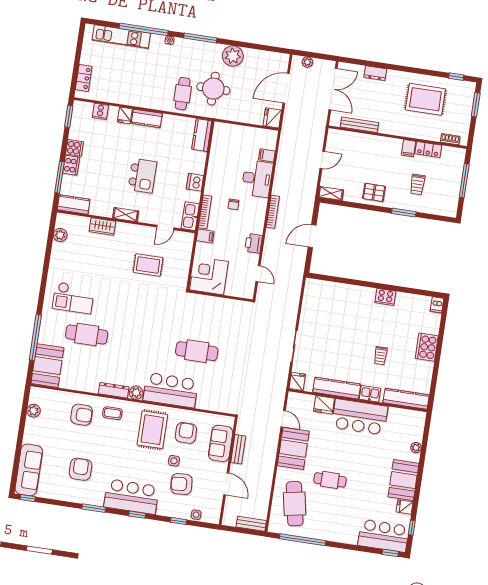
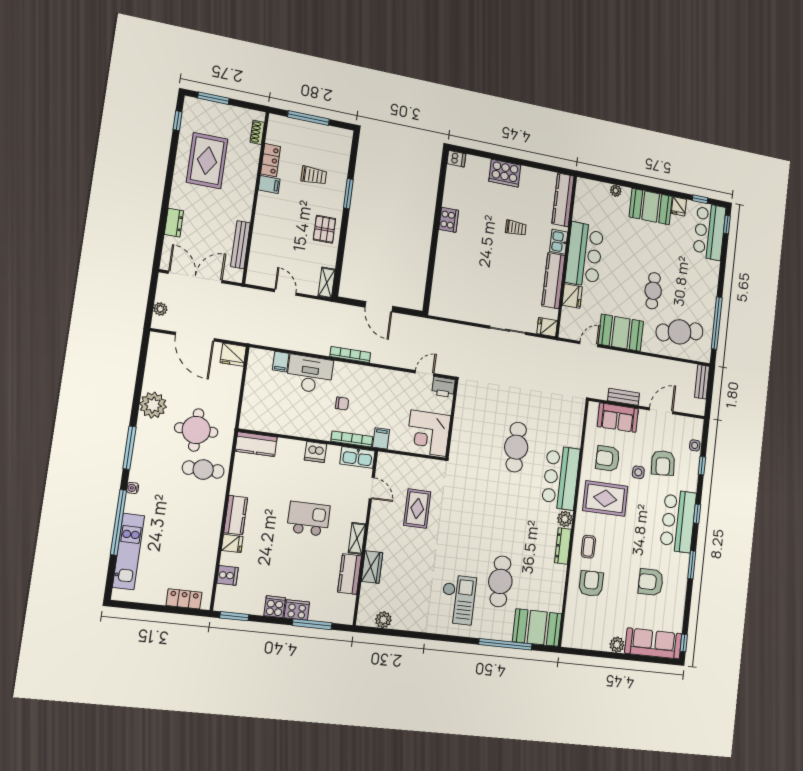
kitchen counter: (74, 204) -> (350, 574), moved
printer: (254, 243) -> (443, 387), moved
plant: (34, 411) -> (617, 645), moved

